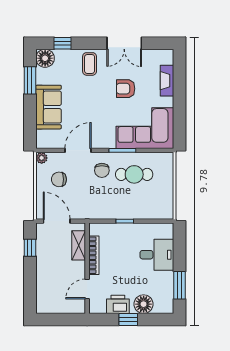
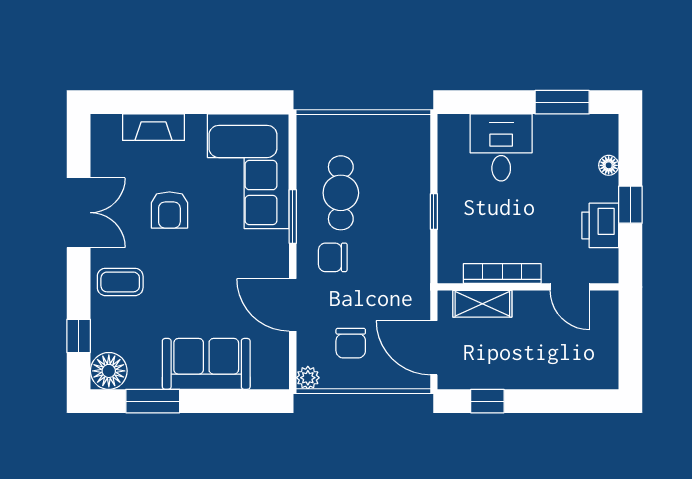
chair: (102, 170) -> (333, 257), turned 180
door: (57, 221) -> (434, 348), hinge flipped
floor lamp: (144, 304) -> (609, 165), width x0.53, depth x0.53

